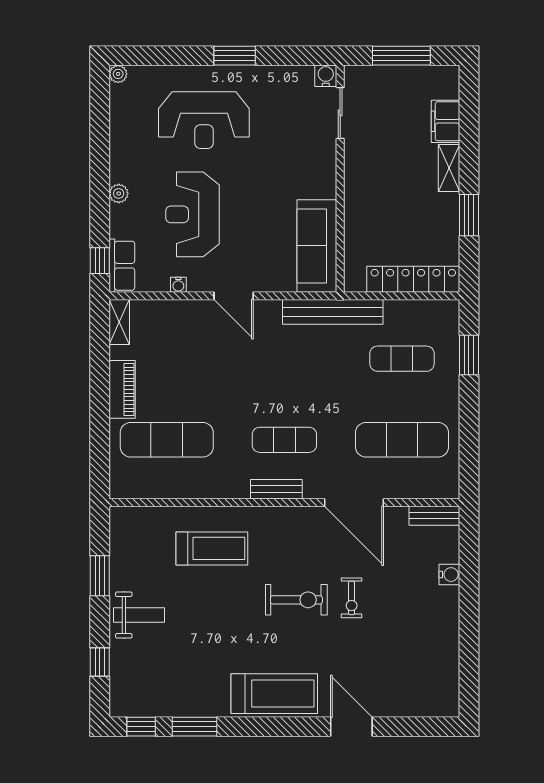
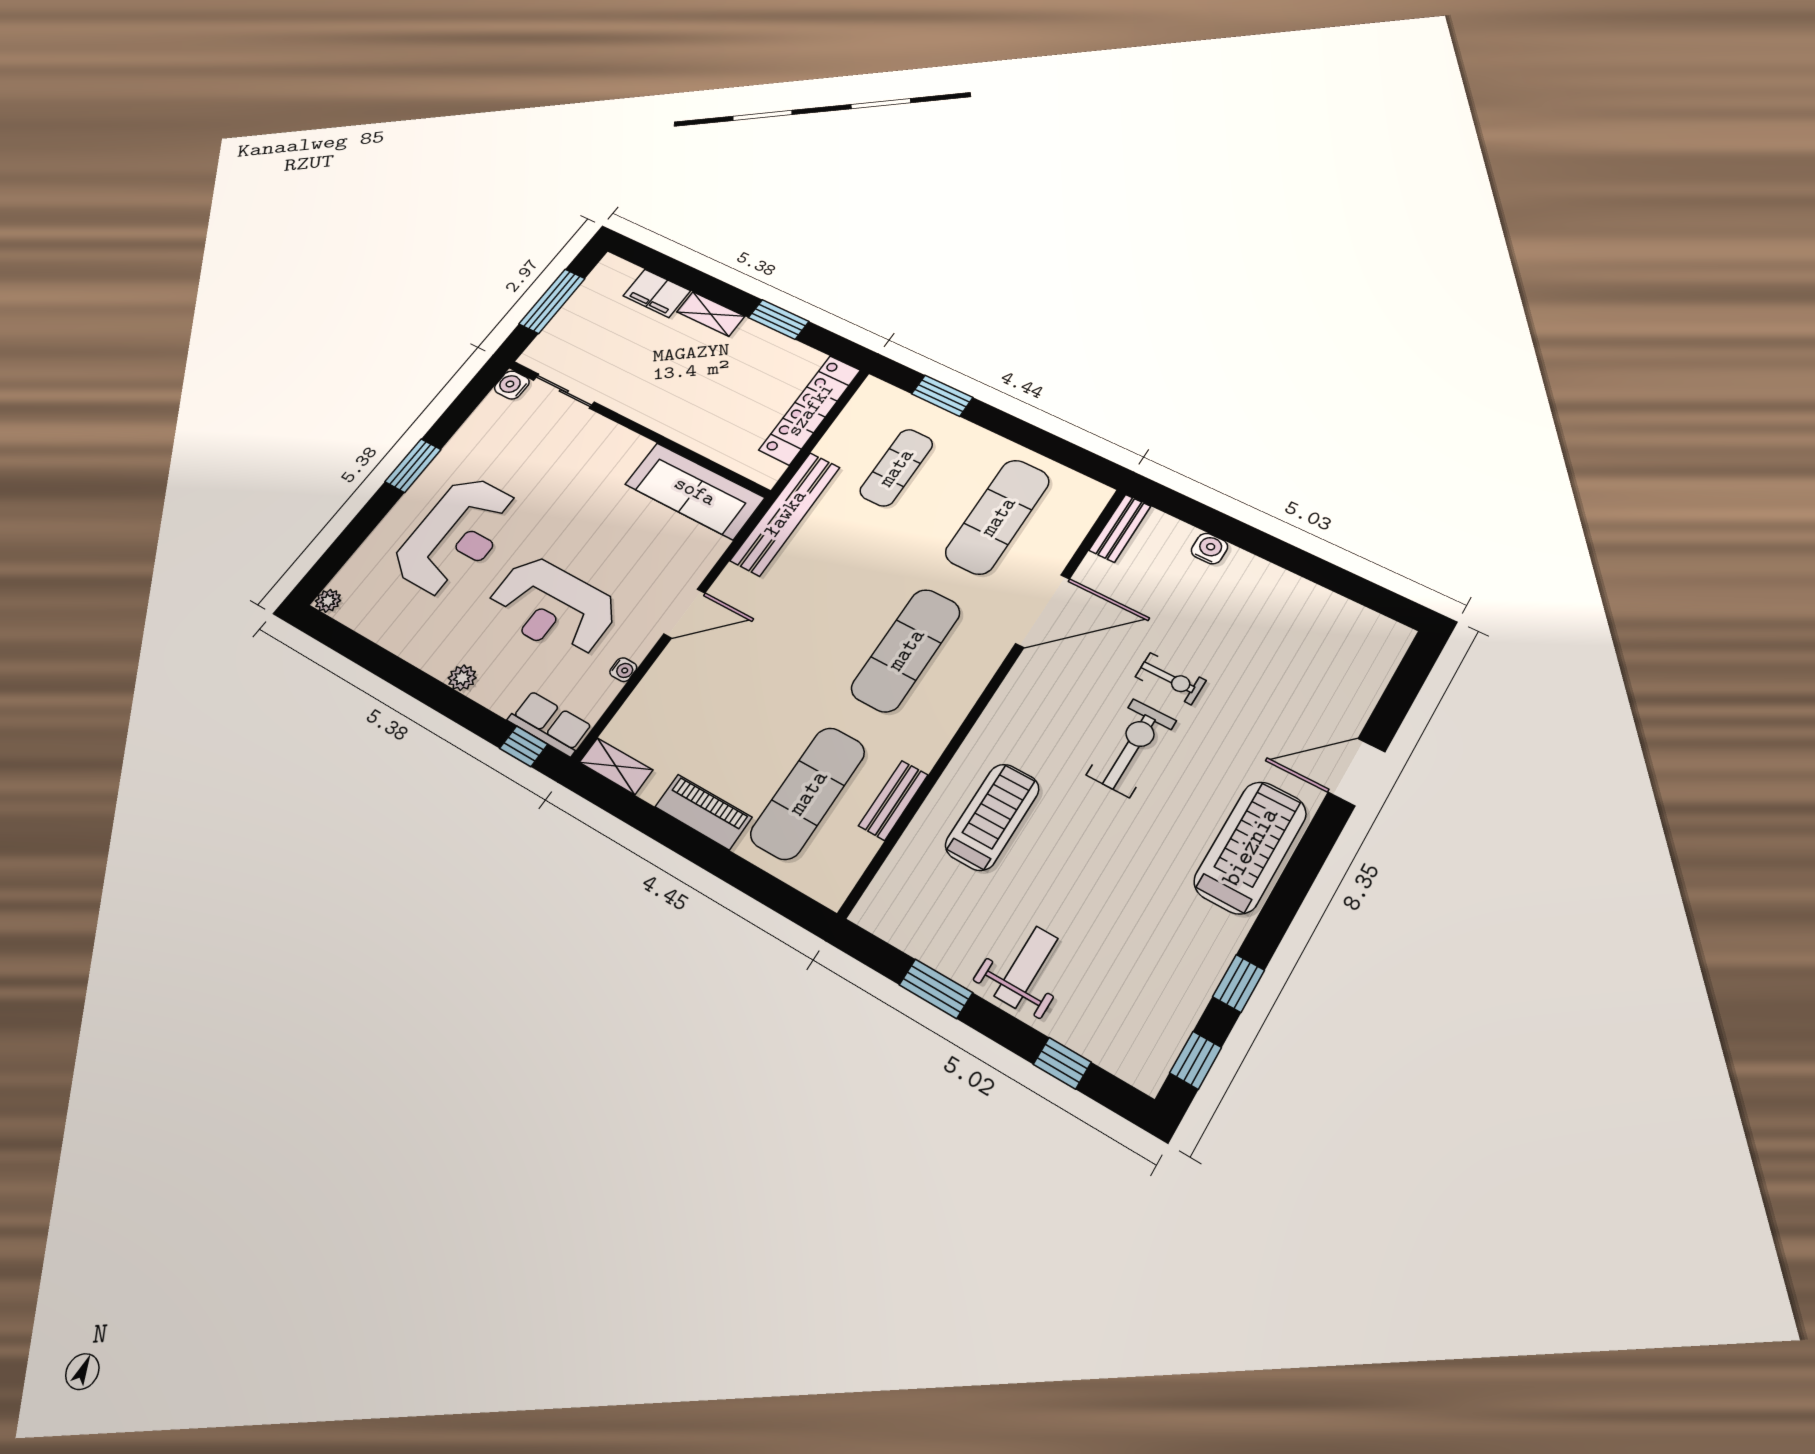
exercise mat: (284, 440) -> (906, 650), width x1.36, depth x1.45
bench: (276, 489) -> (893, 800), moved
window: (194, 727) -> (1239, 983), width x0.67

